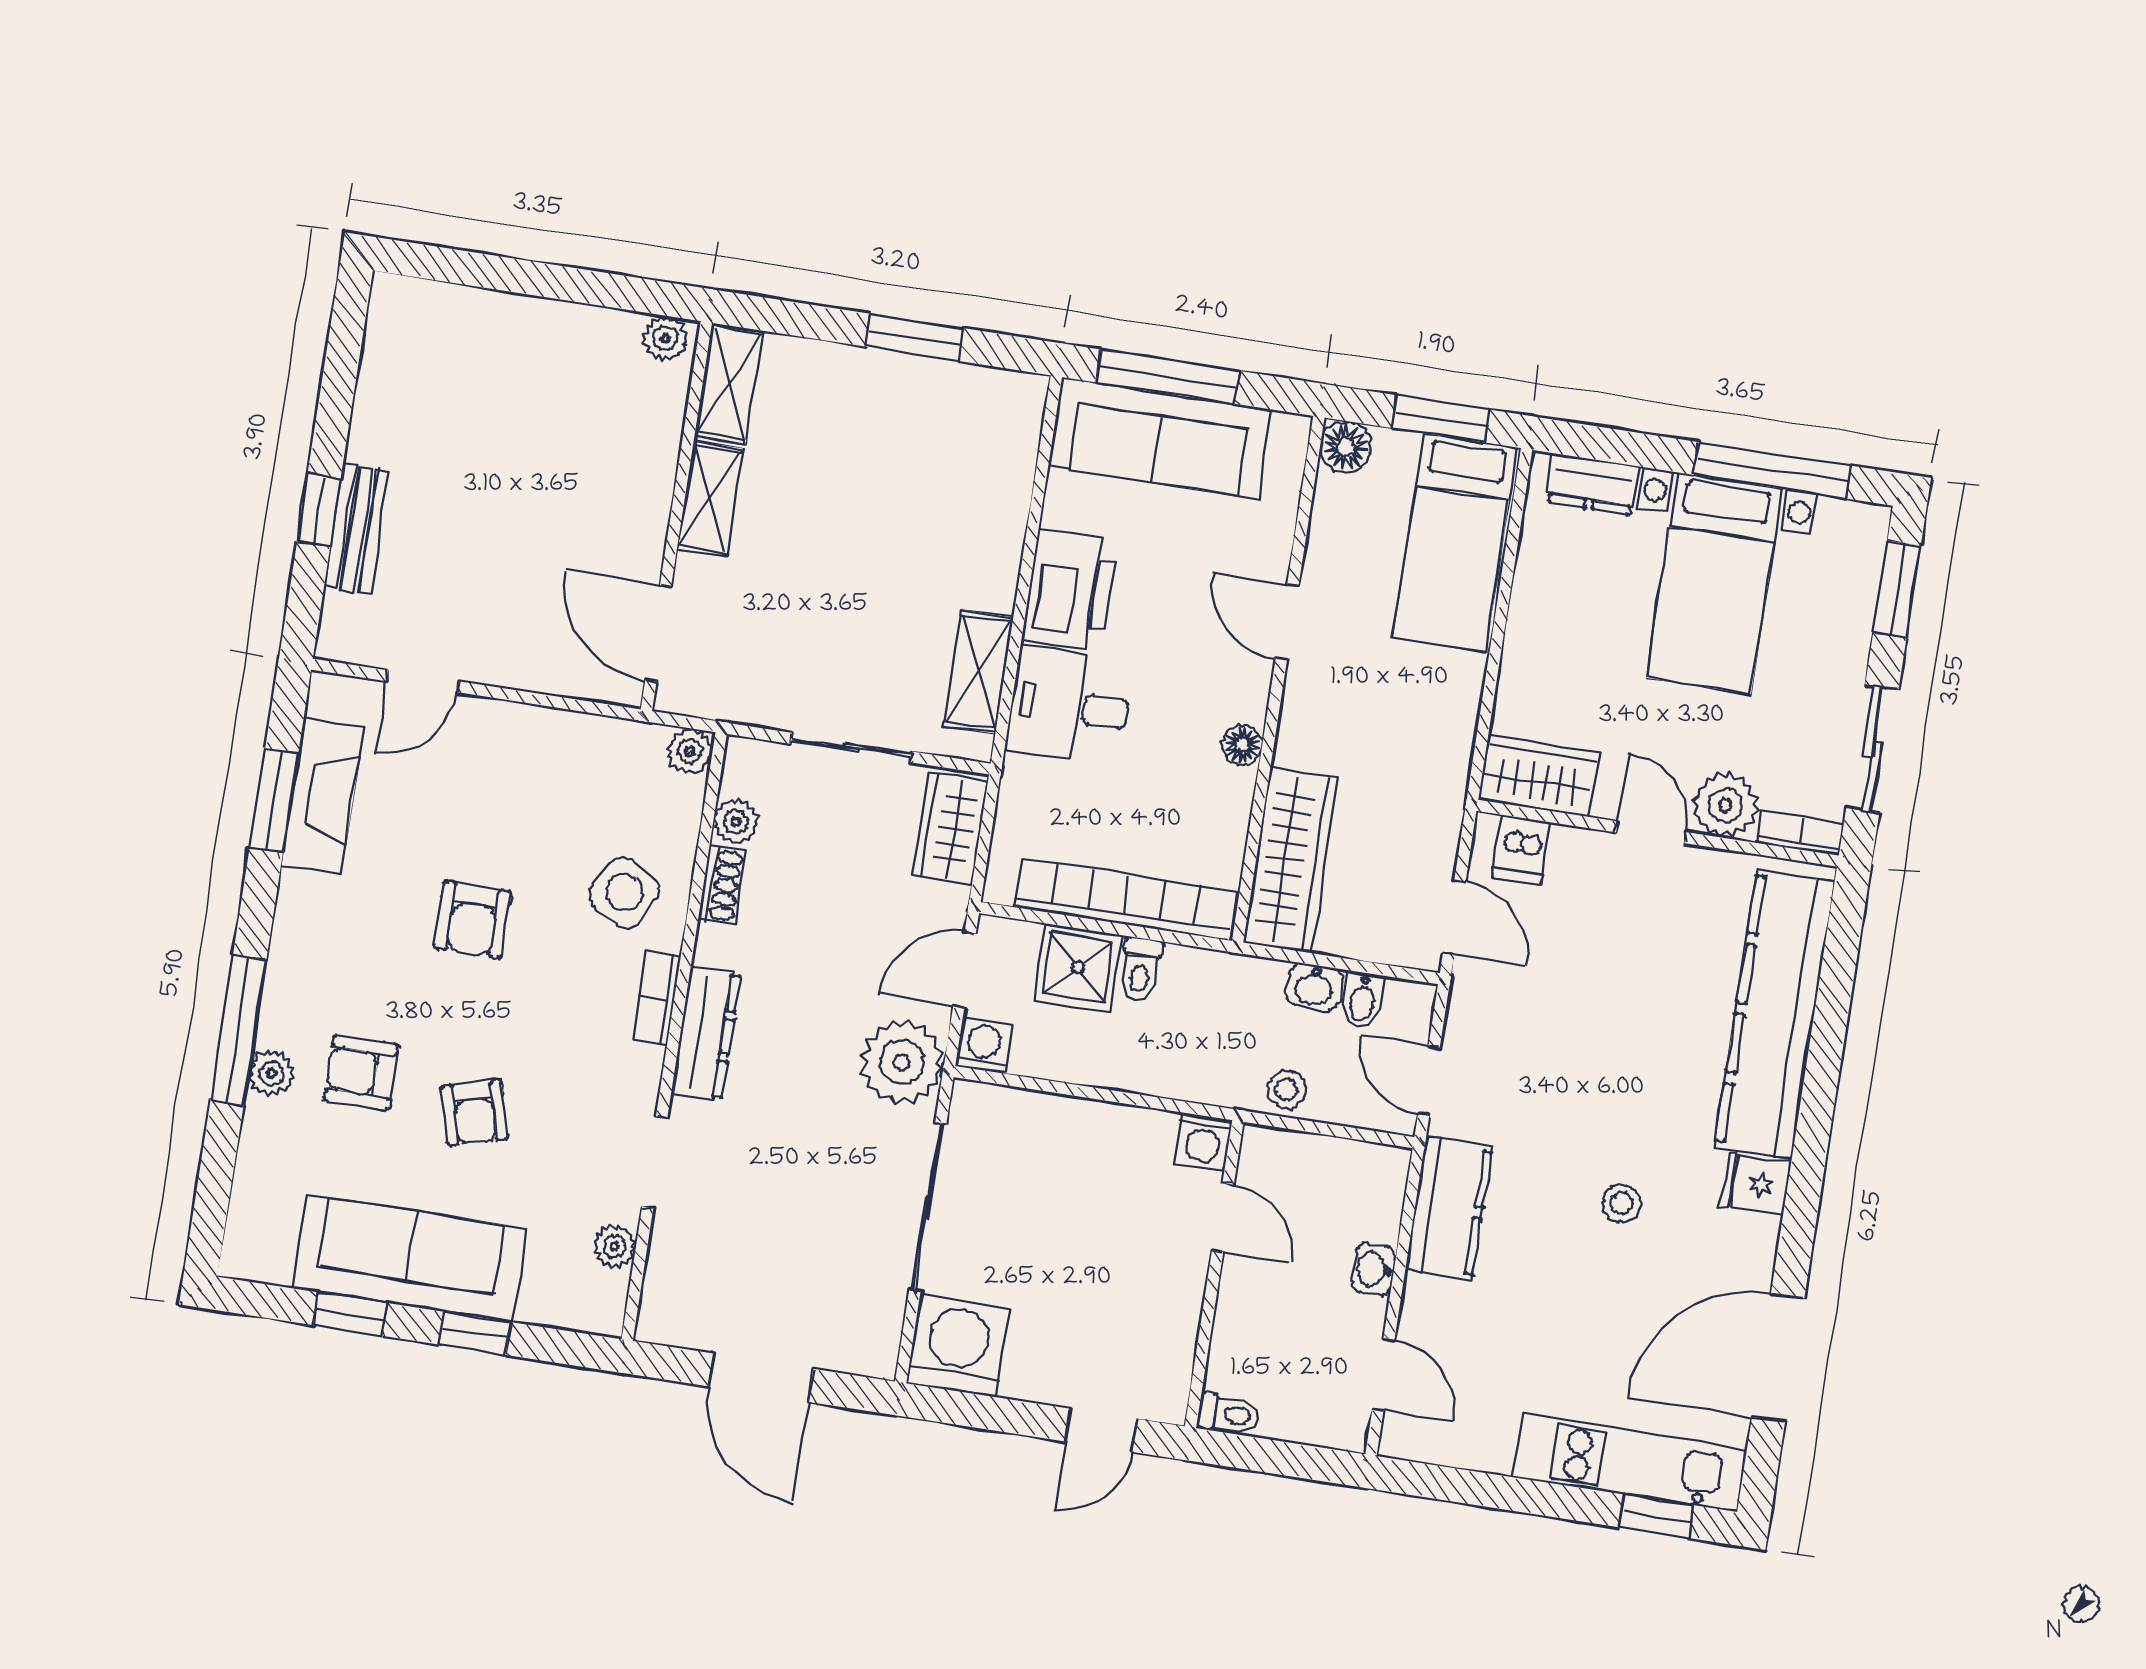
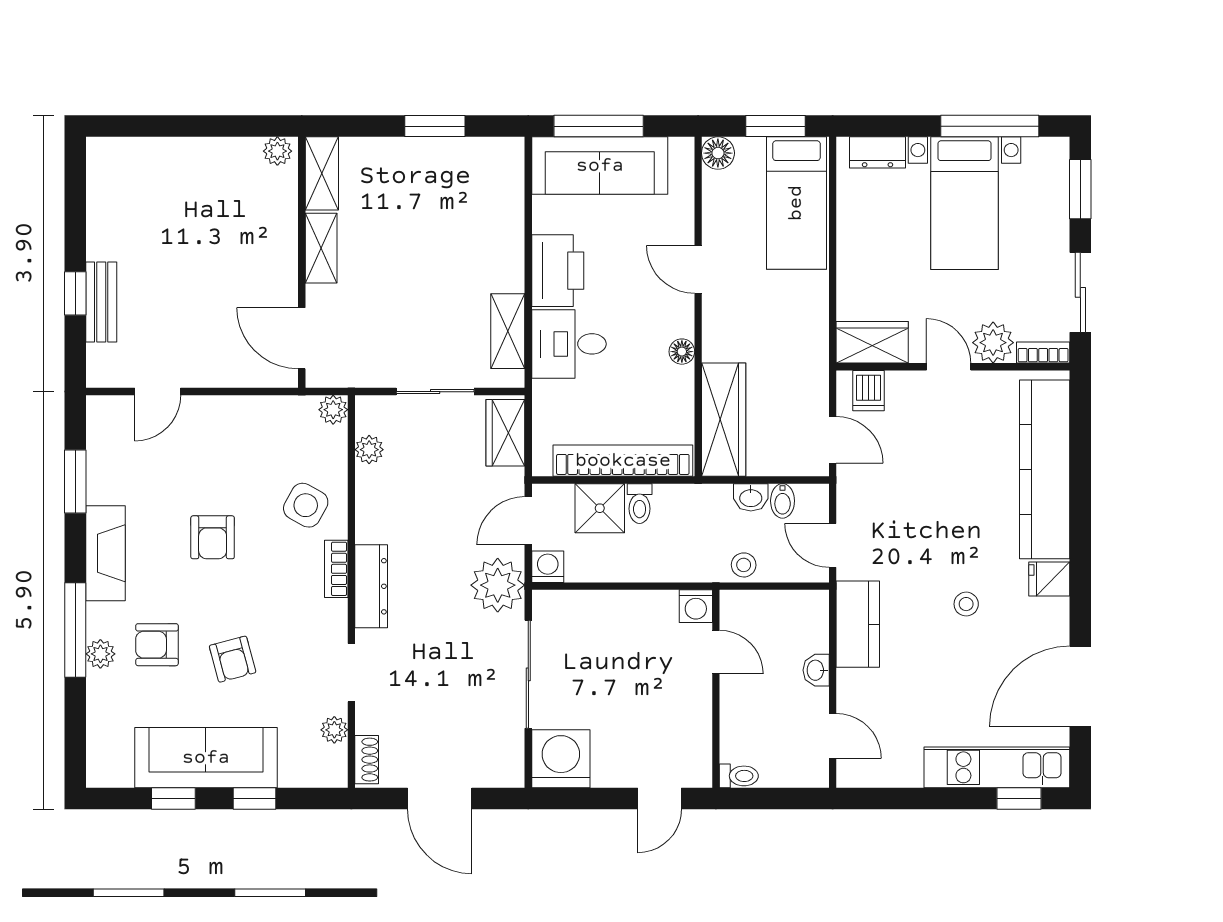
fireplace: (322, 796) -> (106, 553), moved
shoe rack: (722, 885) -> (367, 760), moved

